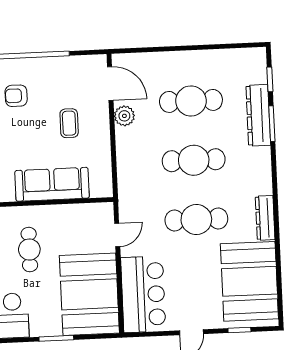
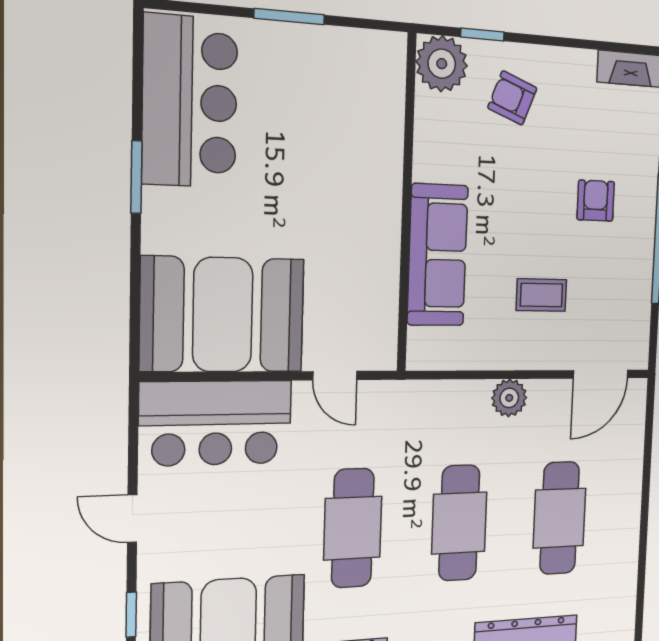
plant: (124, 116) -> (509, 398), moved
cafe table: (29, 250) -> (319, 200), removed
window: (56, 338) -> (136, 177), moved

